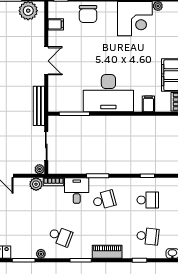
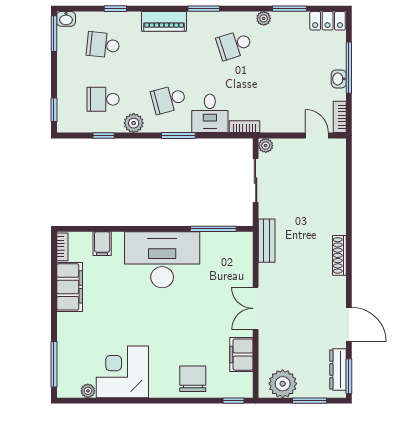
filing cabinet: (56, 24) -> (241, 355), width x2.00
bench: (39, 106) -> (267, 241), width x0.73
plant: (36, 184) -> (134, 123), moved
school desk: (60, 236) -> (234, 45), turned -39

